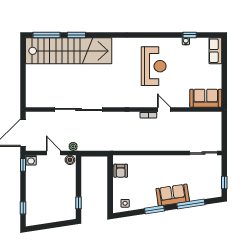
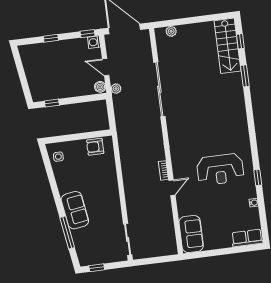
window: (46, 35) -> (240, 41), width x0.46
window: (190, 35) -> (258, 177), moved
stairs: (69, 51) -> (228, 46), width x0.54, depth x0.66
plant: (30, 93) -> (171, 31), added
door: (54, 153) -> (106, 67), swing flipped
window: (23, 208) -> (51, 38), moved
window: (154, 210) -> (55, 191), removed

